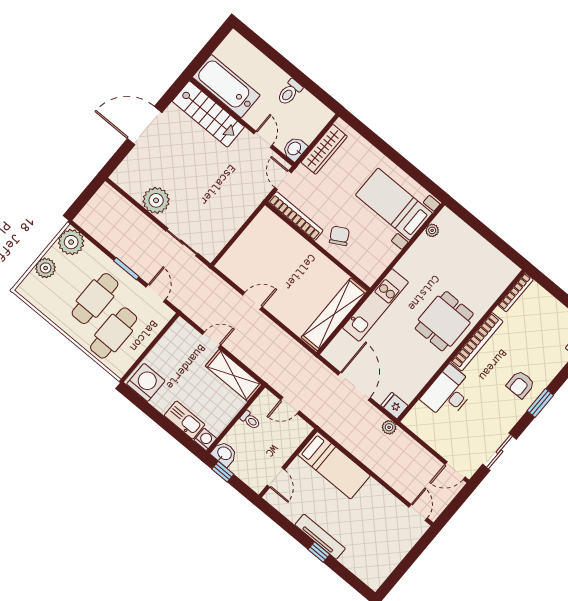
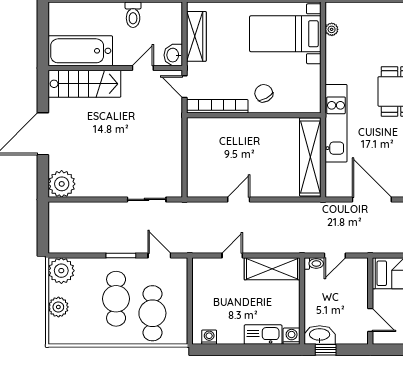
door: (263, 139) -> (143, 68), hinge flipped
plant: (156, 200) -> (62, 184), moved
washing machine: (146, 382) -> (209, 337), width x0.53, depth x0.53
toilet: (250, 420) -> (314, 264), moved
washbasin: (224, 454) -> (320, 335), width x1.38

